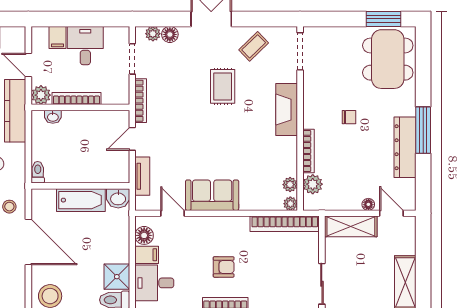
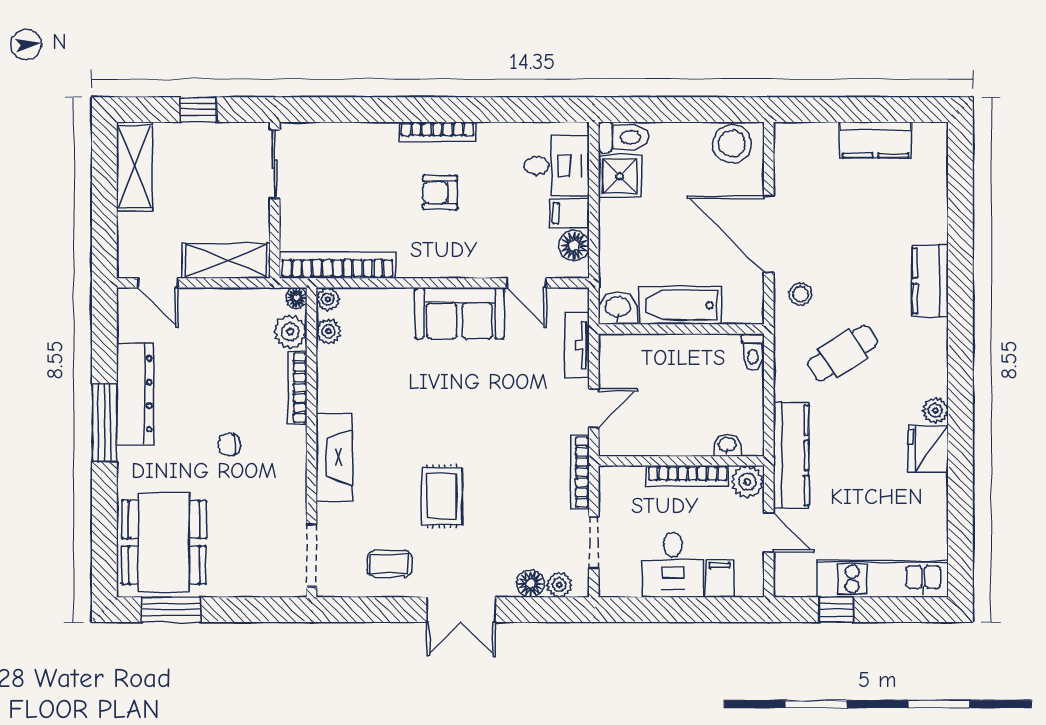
coffee table: (254, 46) -> (390, 564), turned 44
floor lamp: (368, 204) -> (297, 298), moved

